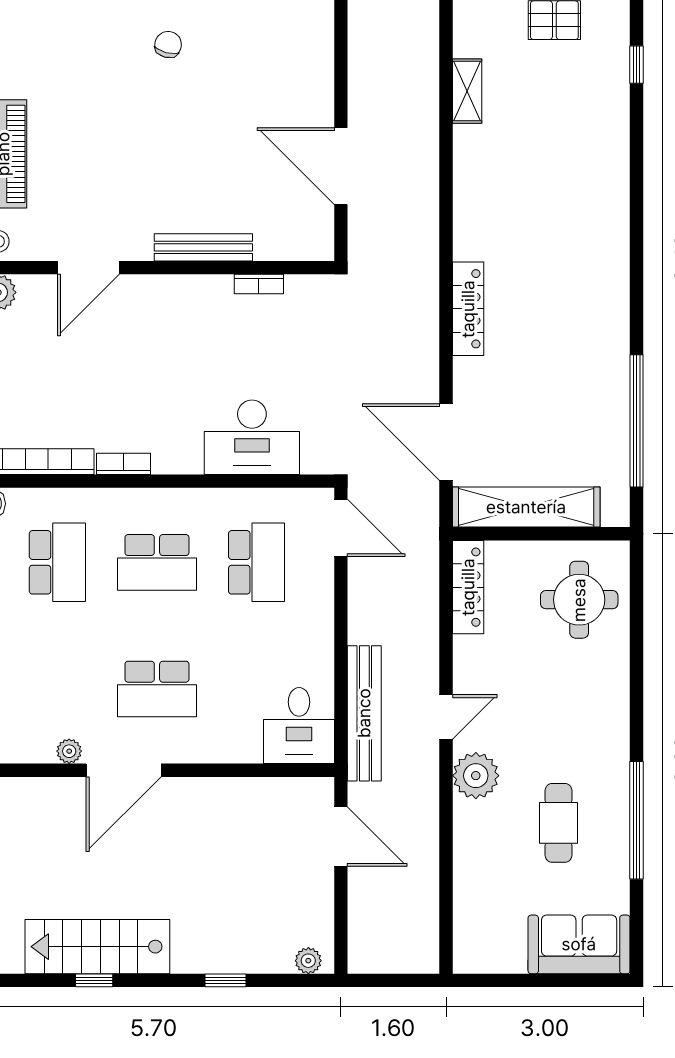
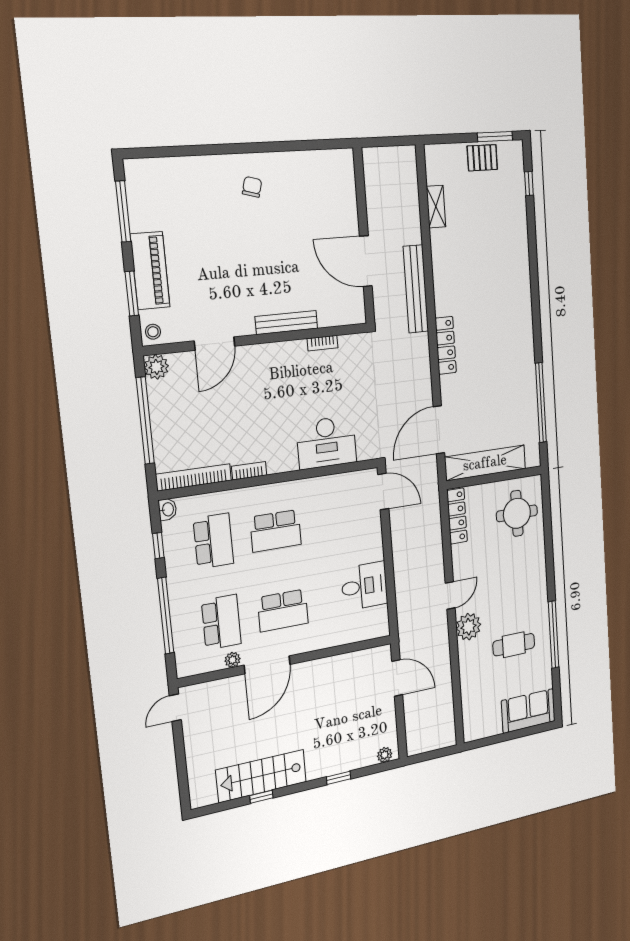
door: (446, 442) -> (439, 430), hinge flipped
school desk: (257, 562) -> (221, 622), moved
bench: (364, 713) -> (416, 289), moved
desk: (299, 726) -> (364, 586), moved, turned -90
cafe table: (558, 823) -> (514, 645), turned 90

